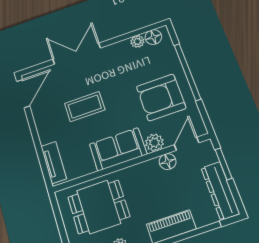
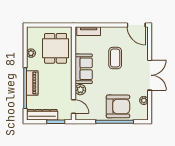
floor lamp: (153, 37) -> (143, 110), removed
double door: (77, 54) -> (150, 75), moved
armchair: (161, 97) -> (118, 106), moved, turned 90
floor lamp: (168, 162) -> (67, 93), removed

